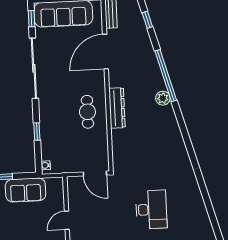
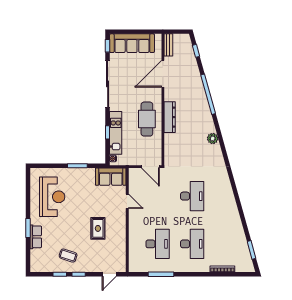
plant: (163, 98) -> (213, 139), moved
cafe table: (87, 112) -> (147, 119), width x1.37, depth x1.35
kitchen unit: (48, 132) -> (116, 133), added
sofa: (26, 190) -> (111, 177), moved
door: (67, 220) -> (127, 201), swing flipped

